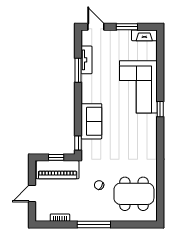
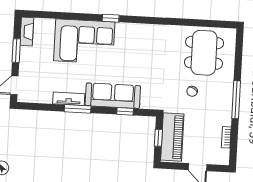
tv unit: (87, 60) -> (69, 99), moved
window: (78, 70) -> (78, 109), moved
sofa: (91, 121) -> (113, 96), width x1.36
window: (78, 143) -> (125, 111), moved

